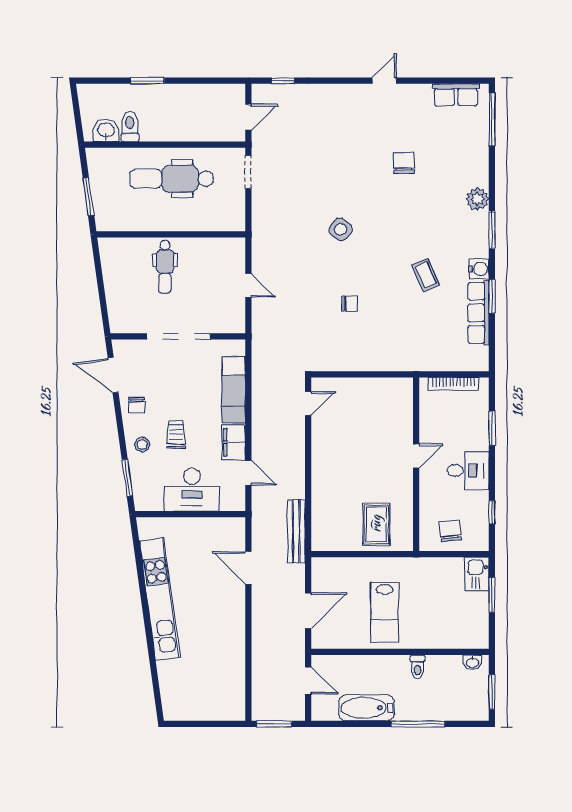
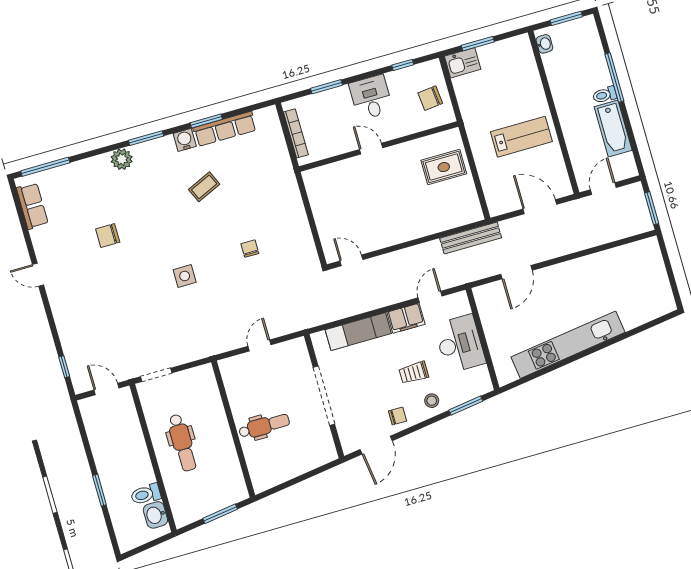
dental chair: (172, 179) -> (182, 443), width x0.73, depth x0.72
side table: (341, 229) -> (185, 276), turned -38
toilet: (418, 667) -> (605, 95), moved, turned 180

